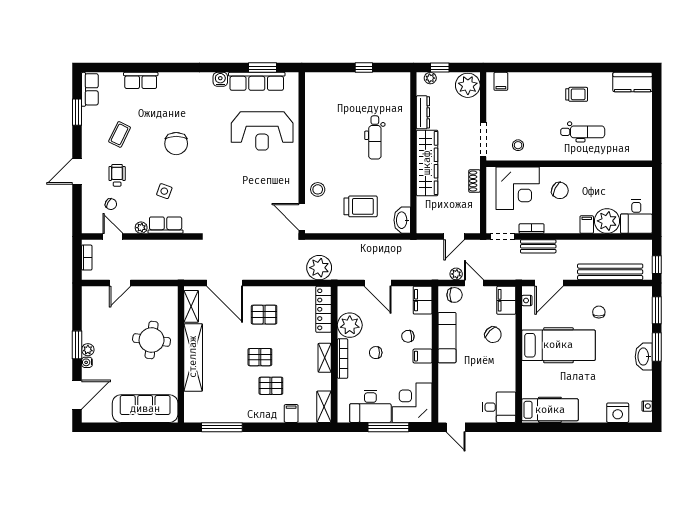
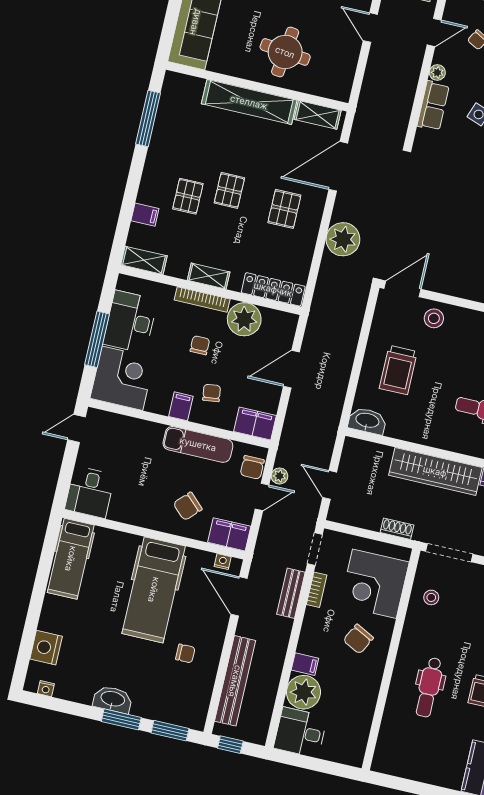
plant: (319, 268) -> (343, 239), moved

